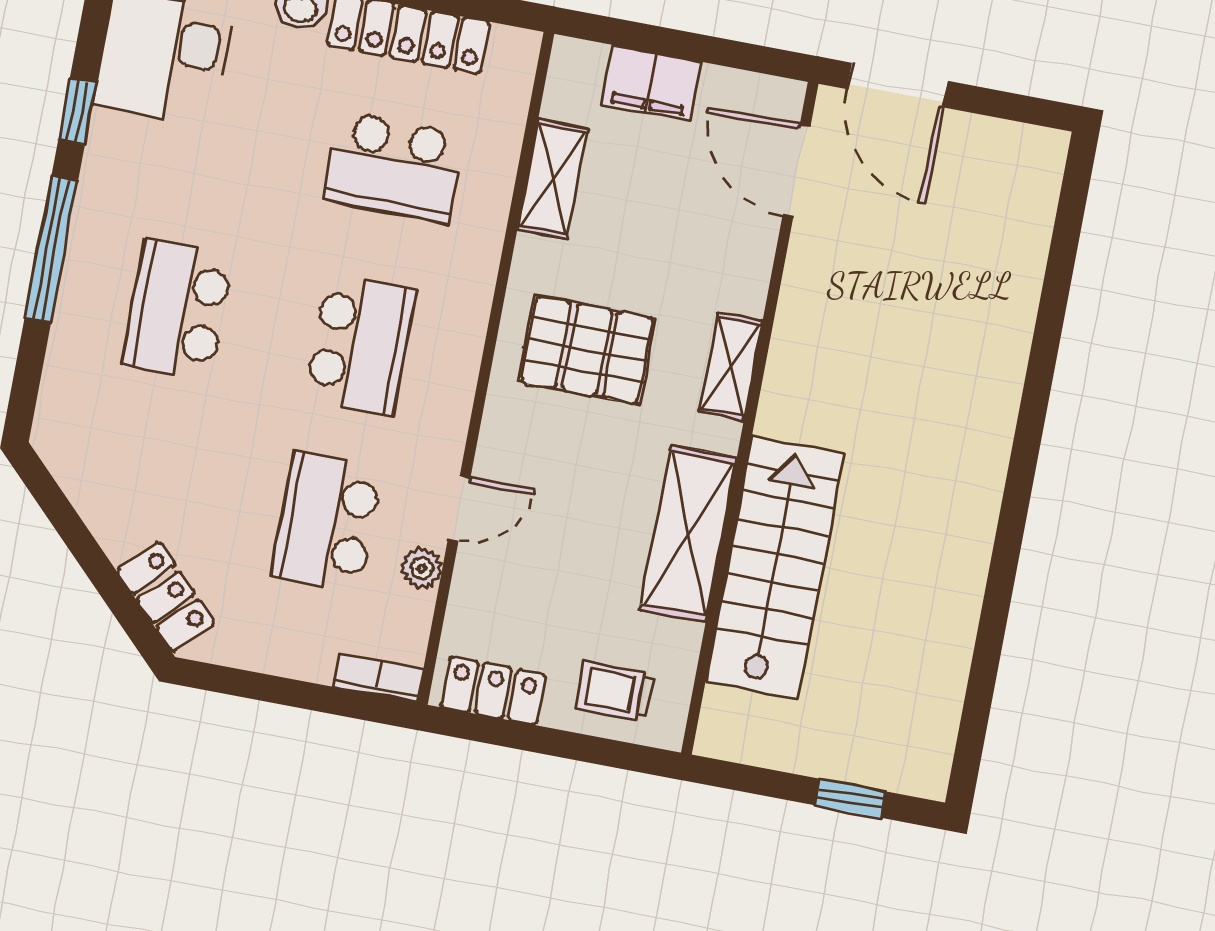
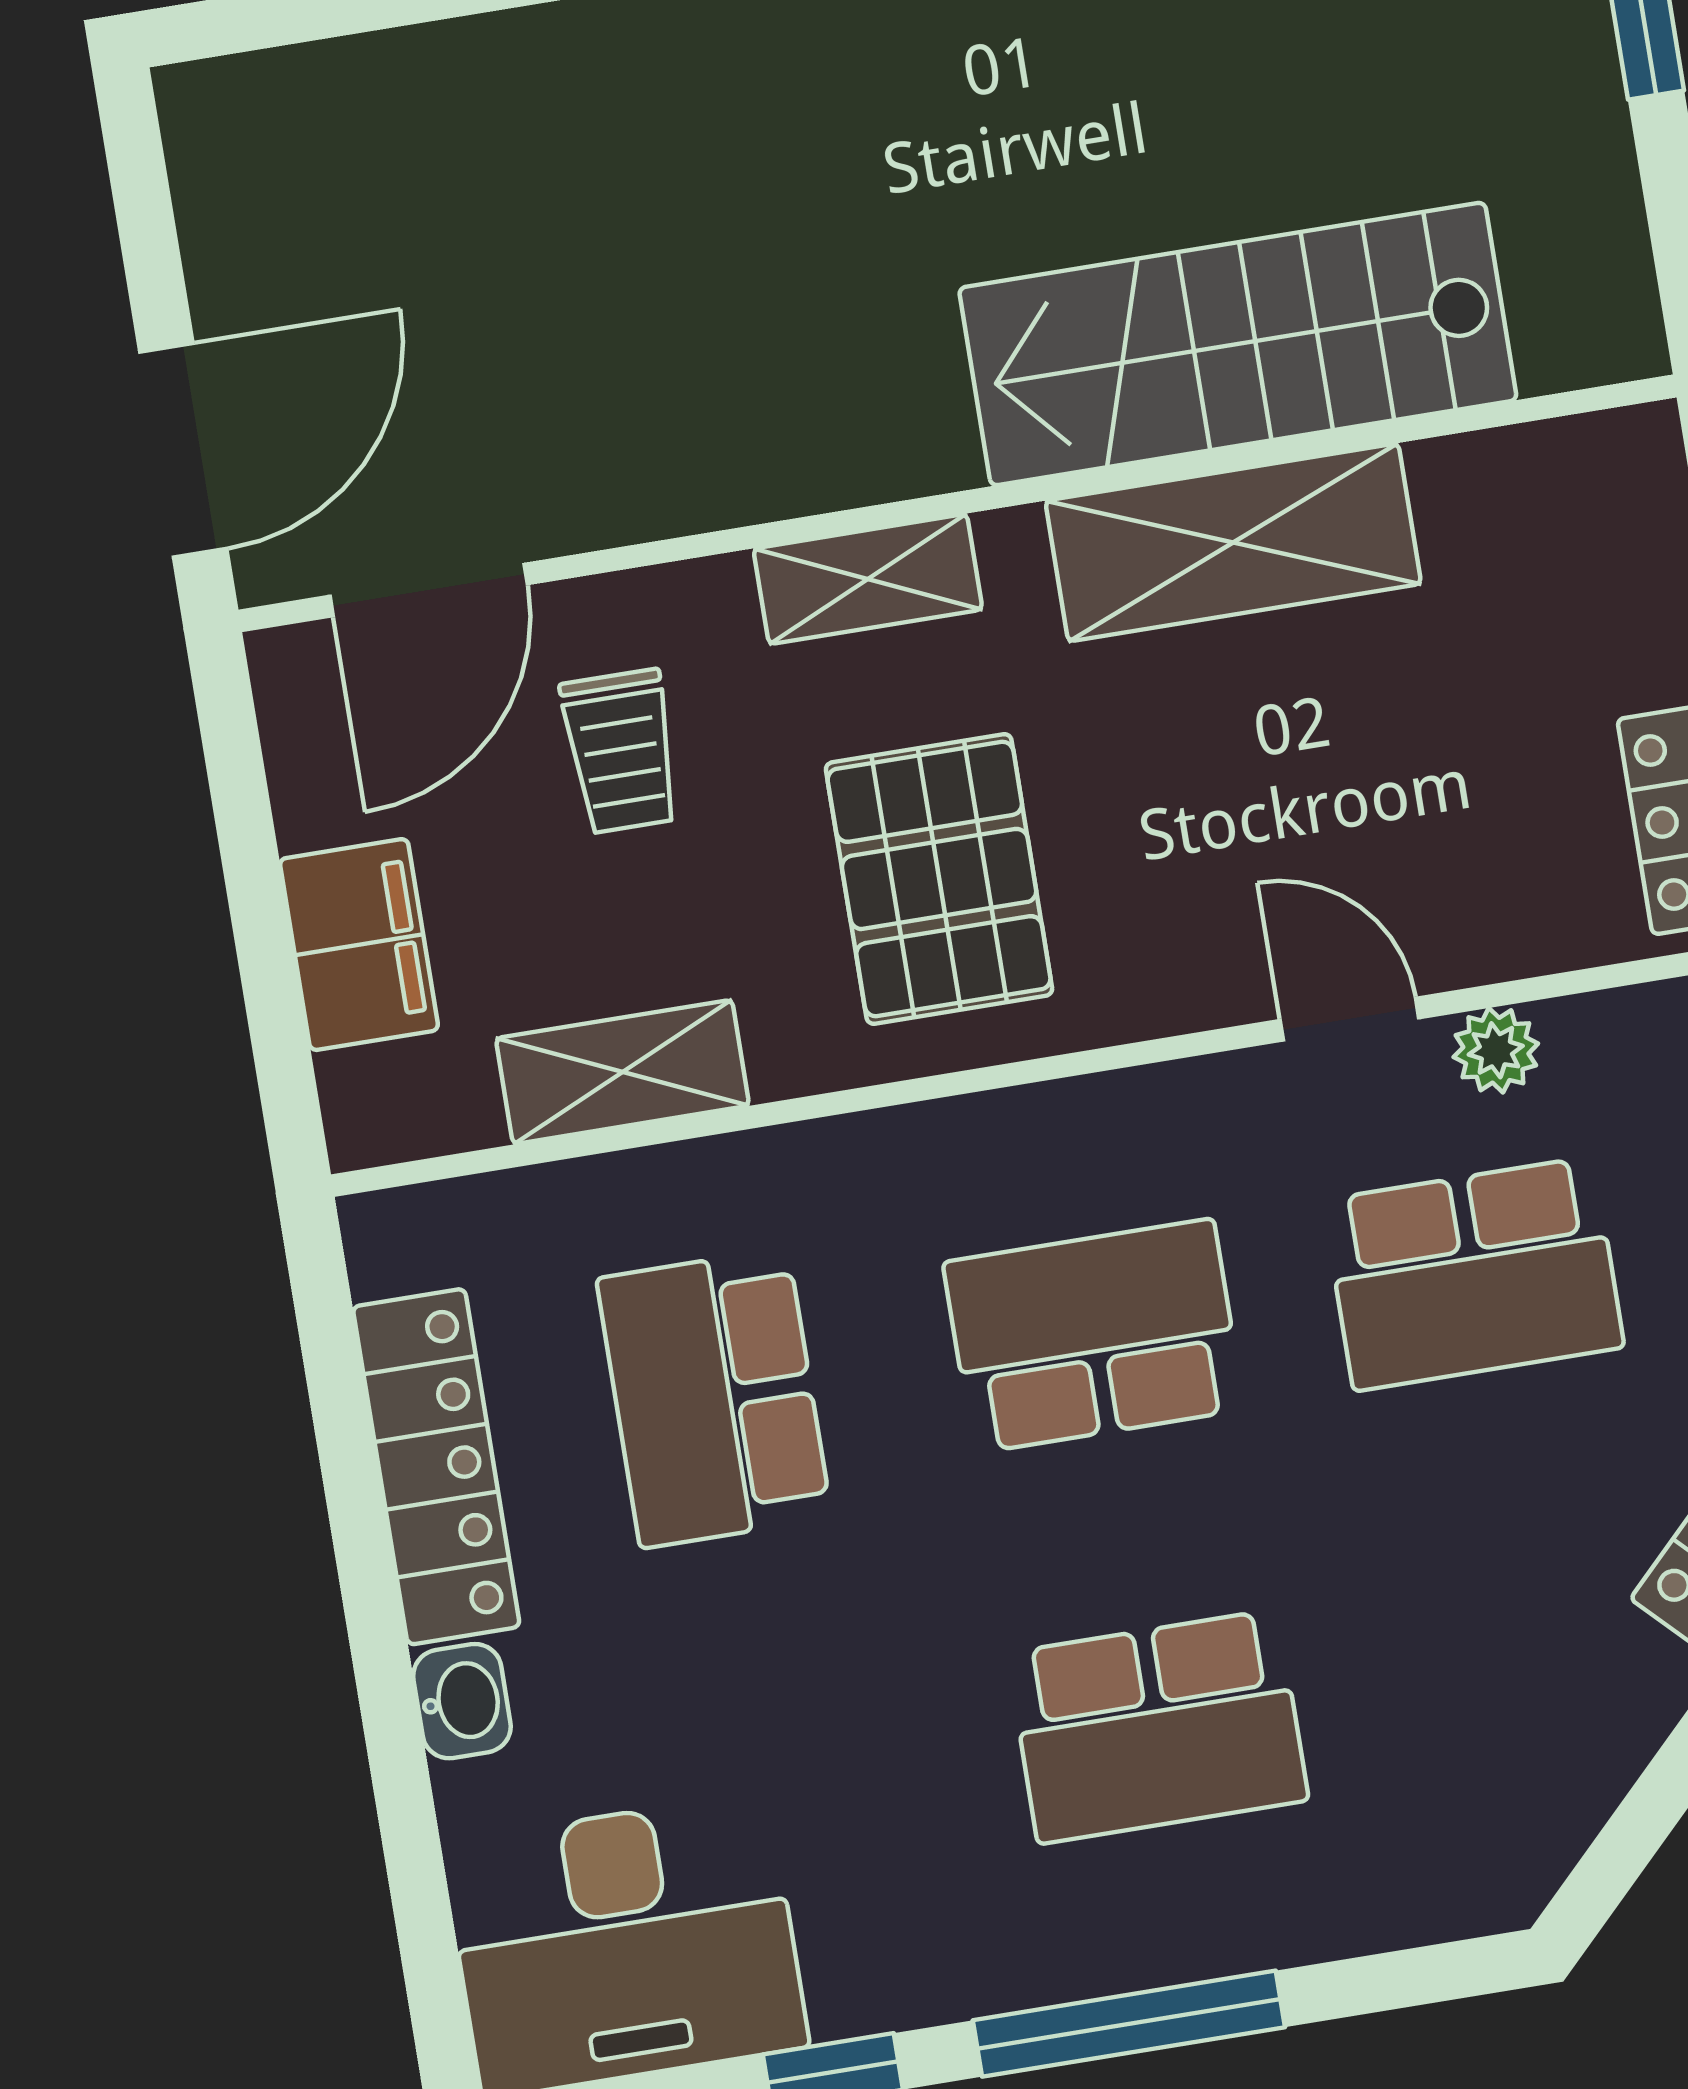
school desk: (394, 167) -> (714, 1398), turned 180
trolley: (615, 691) -> (621, 751), moved

